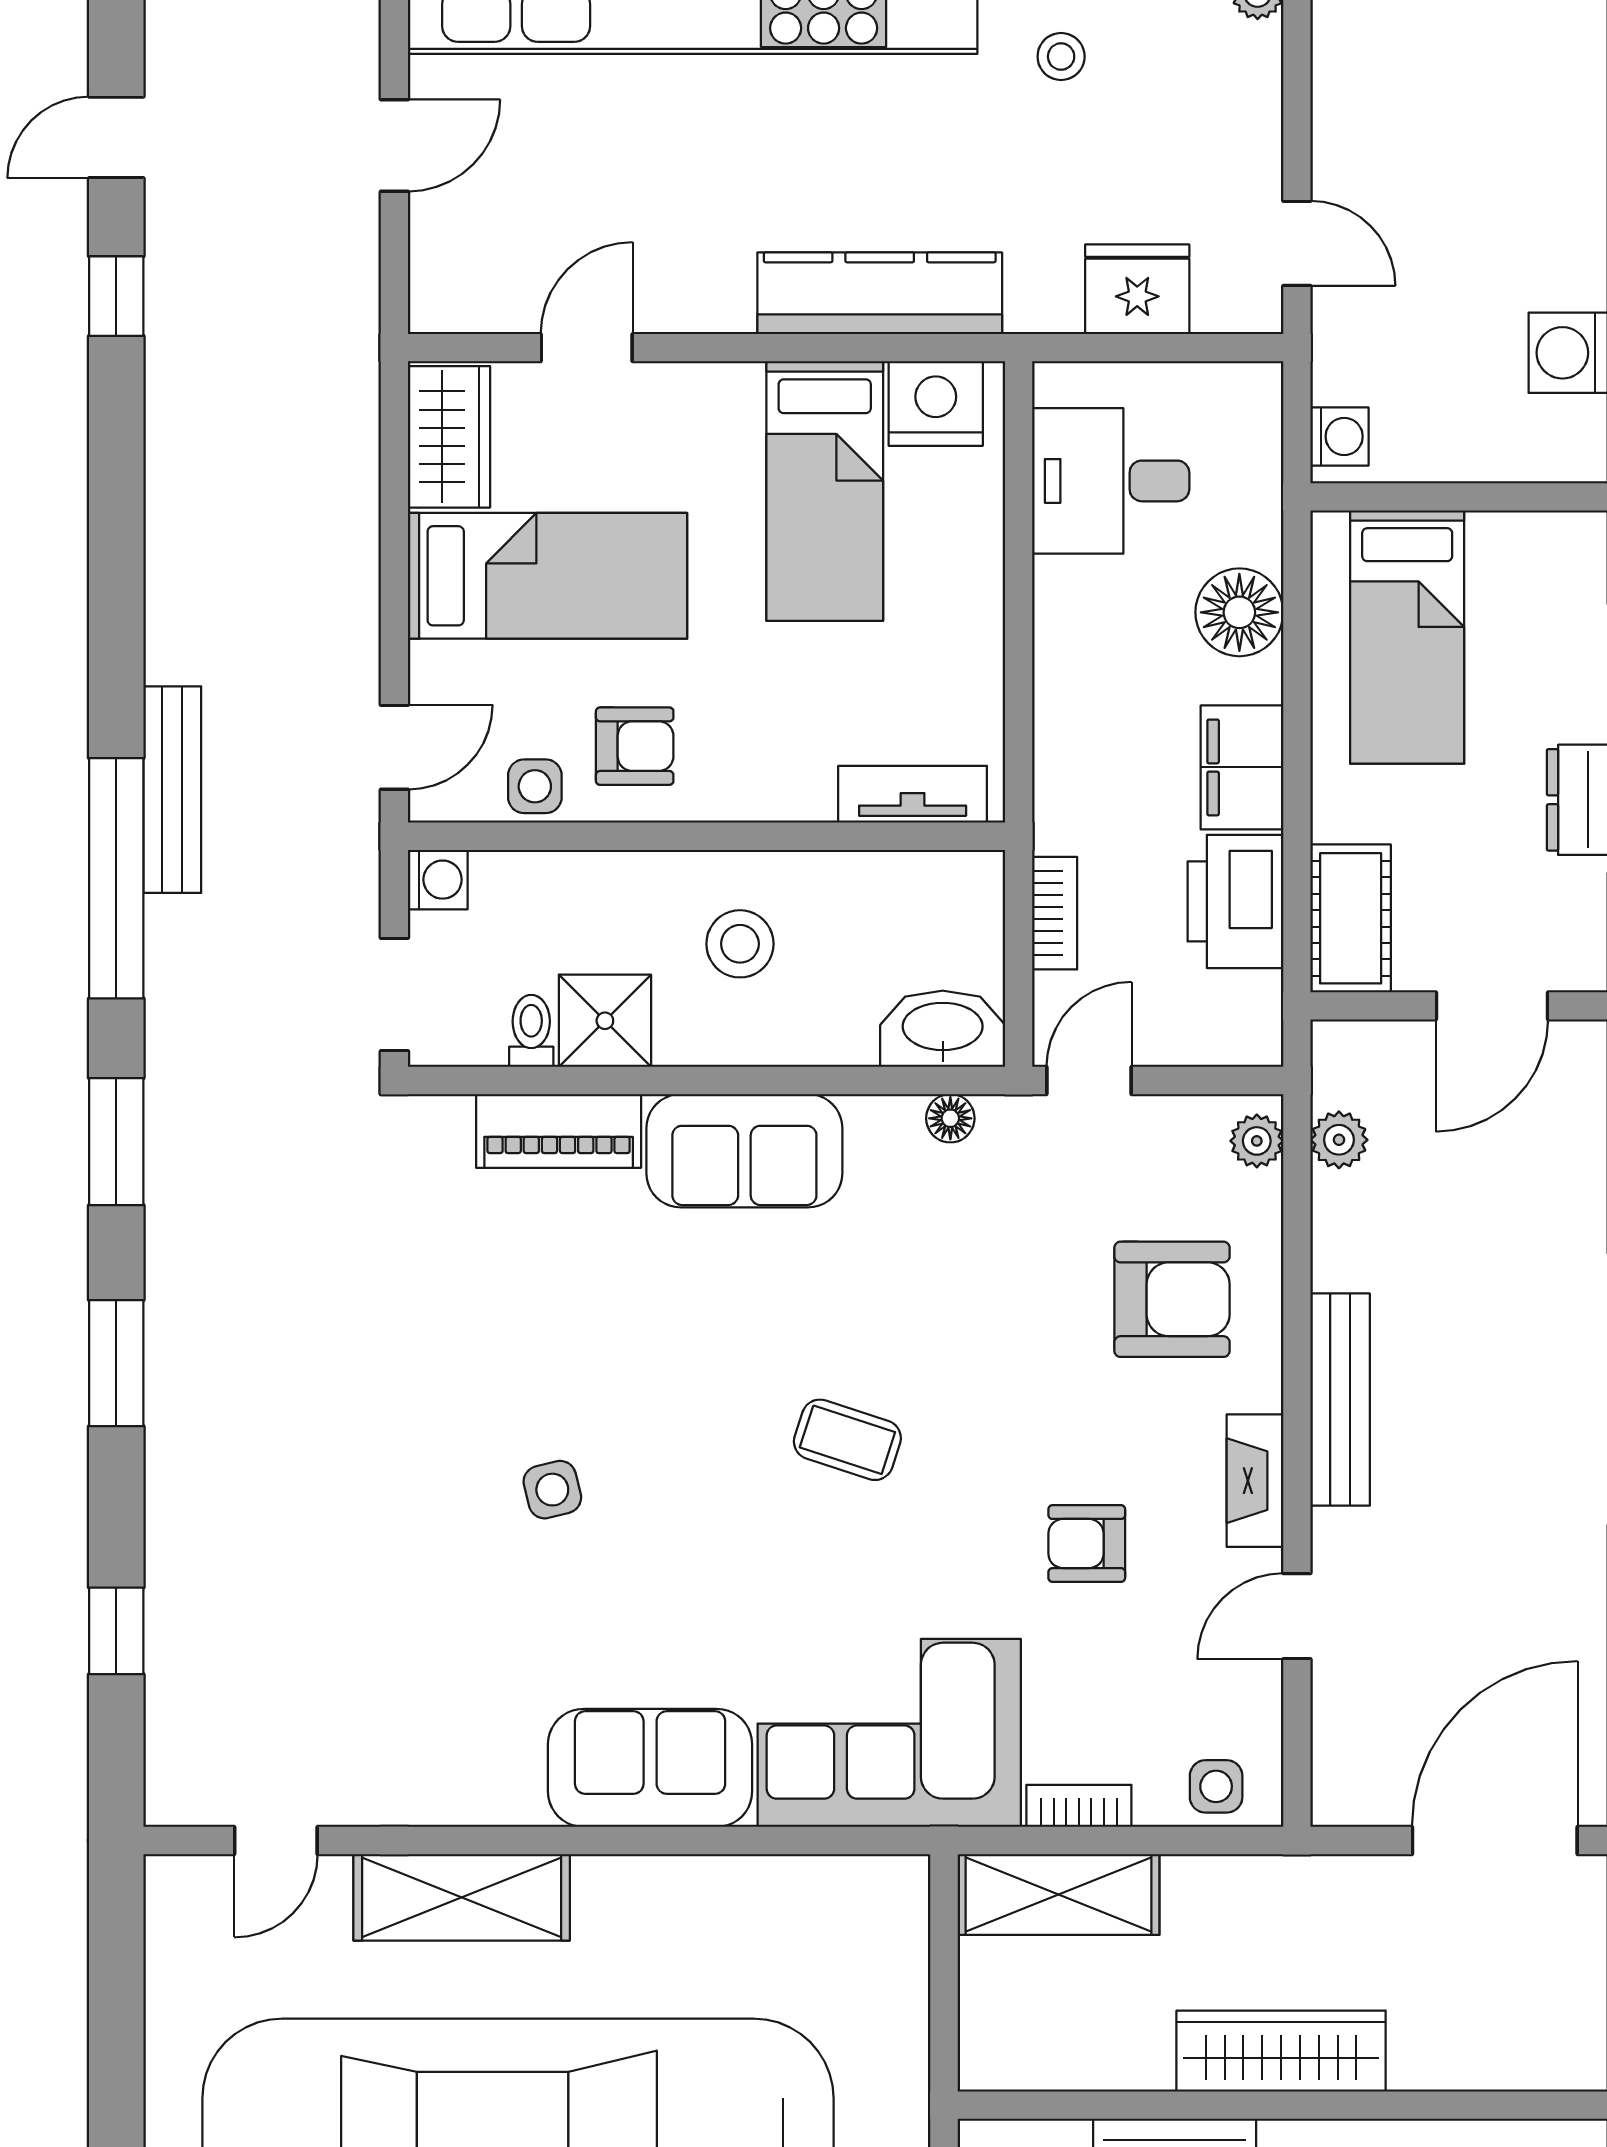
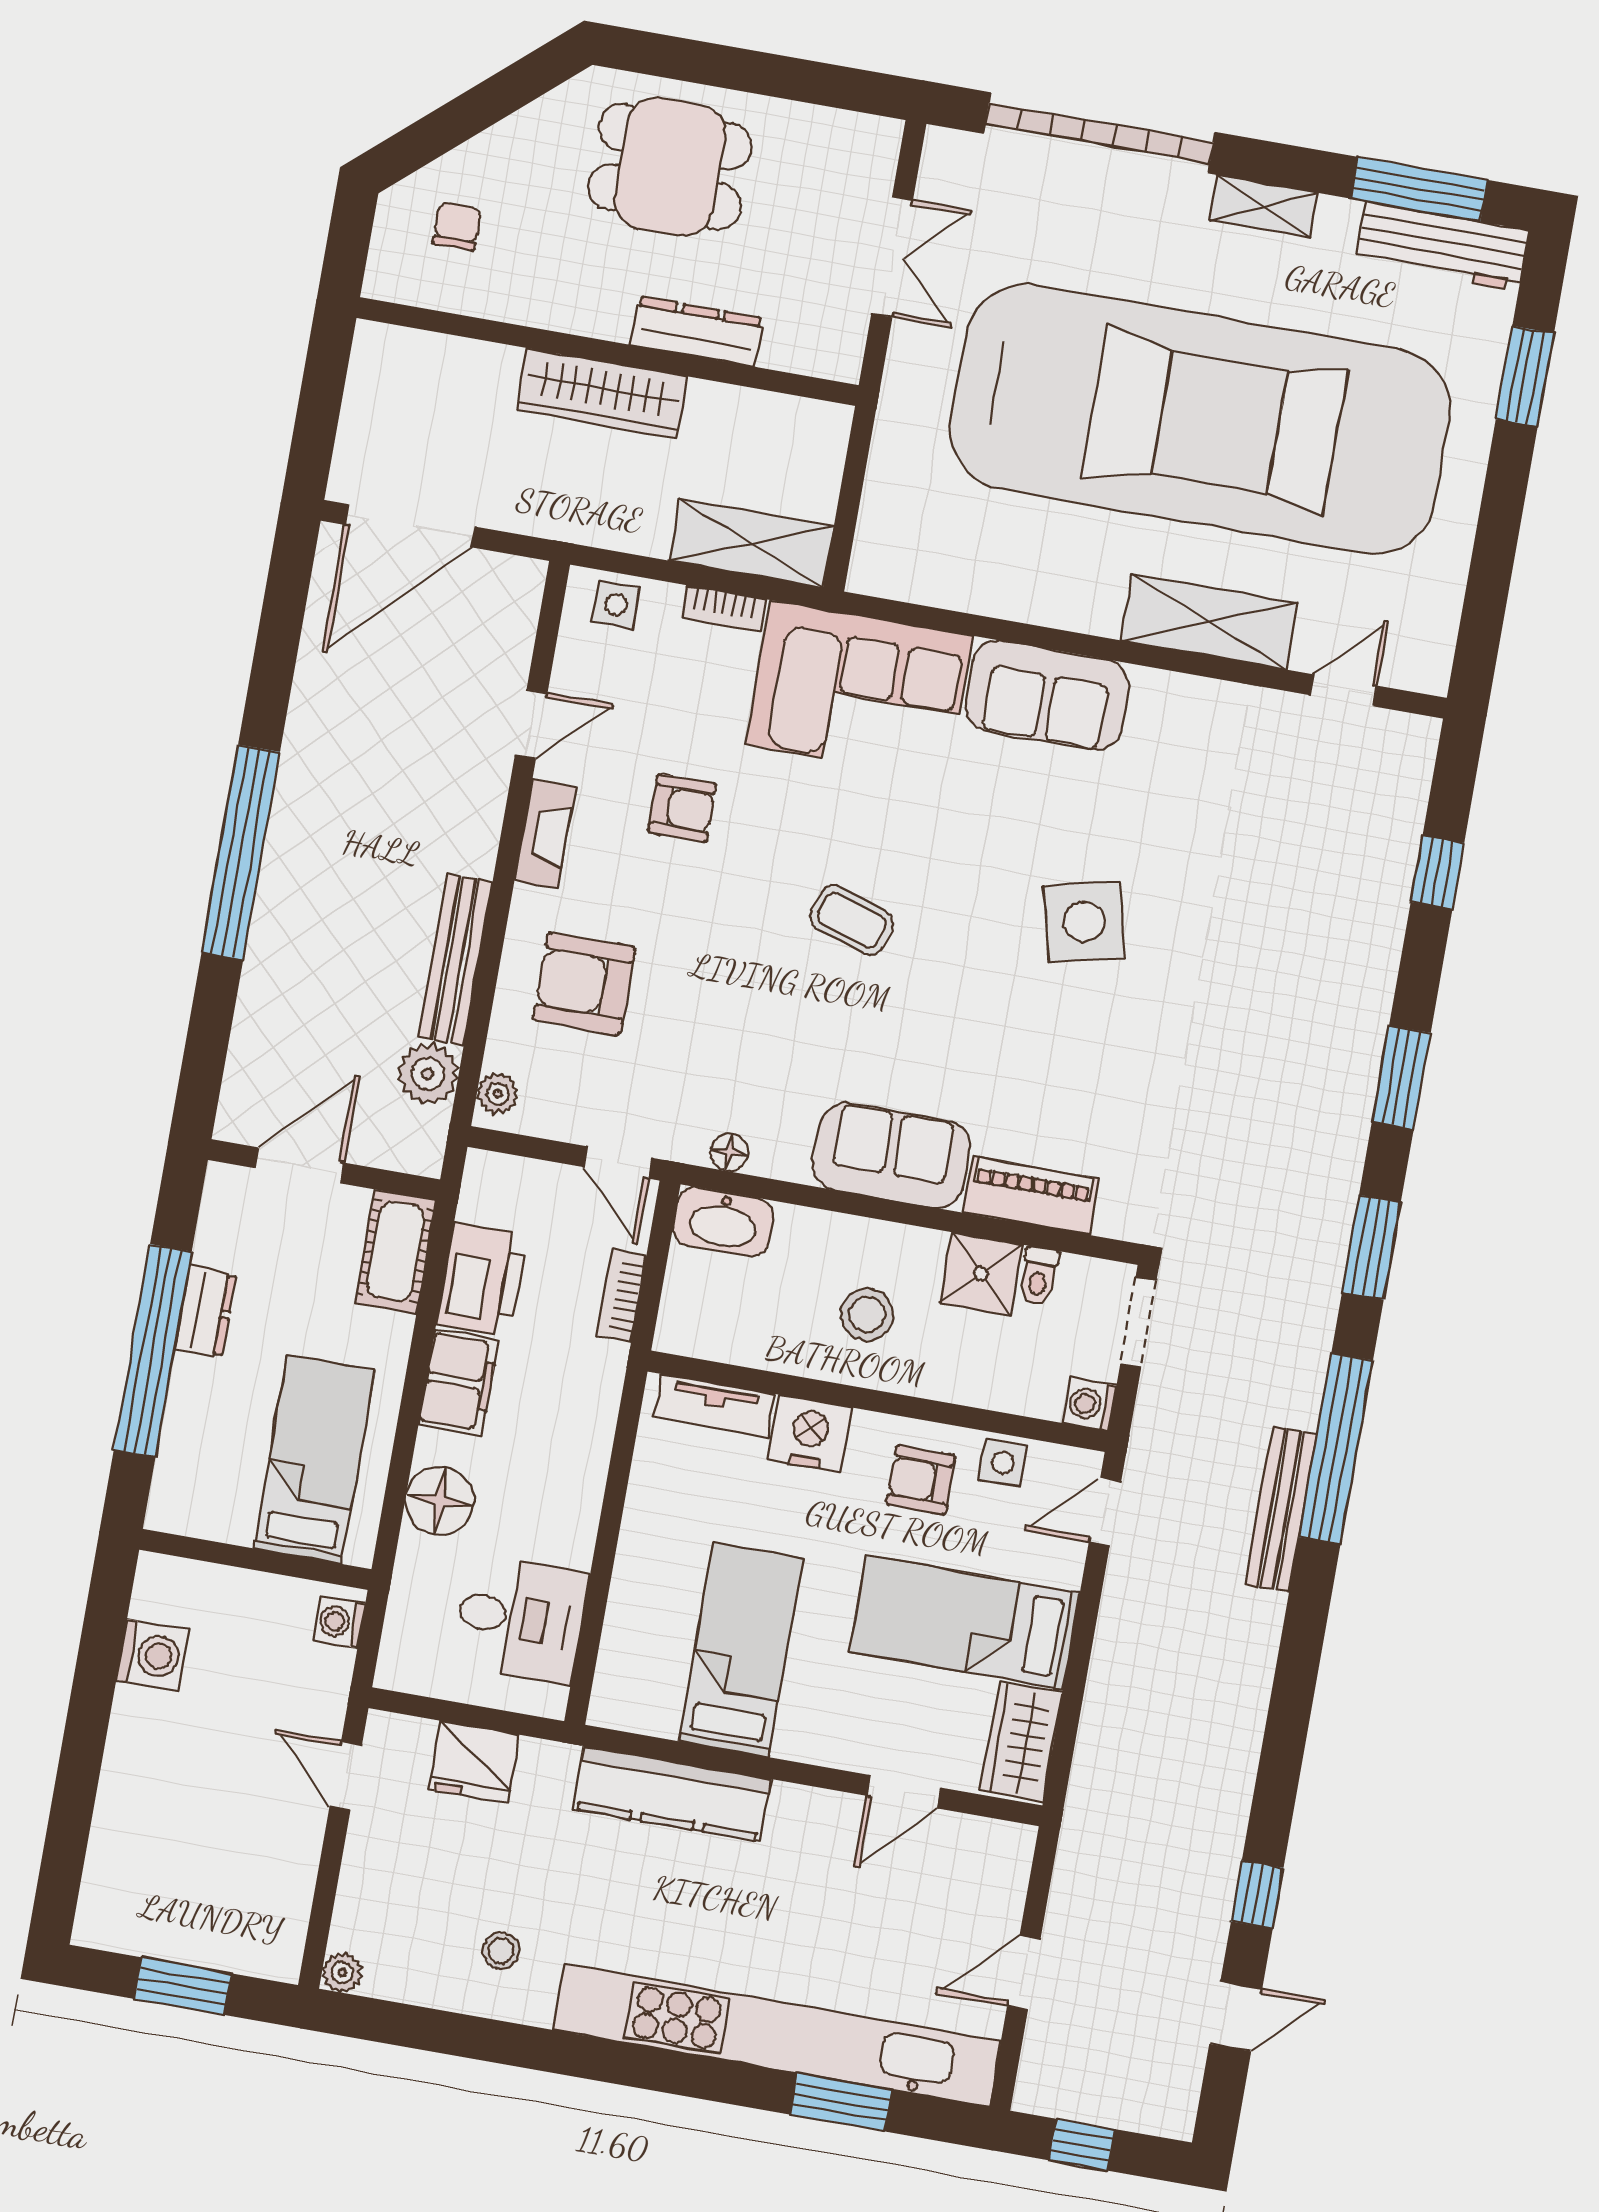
nightstand: (936, 404) -> (810, 1433), moved, turned 180
door: (1089, 1080) -> (618, 1163), hinge flipped
plant: (1339, 1140) -> (428, 1074), width x1.38, depth x1.38
bench: (1340, 1400) -> (455, 960), moved
side table: (552, 1490) -> (1084, 922), width x1.87, depth x1.87

